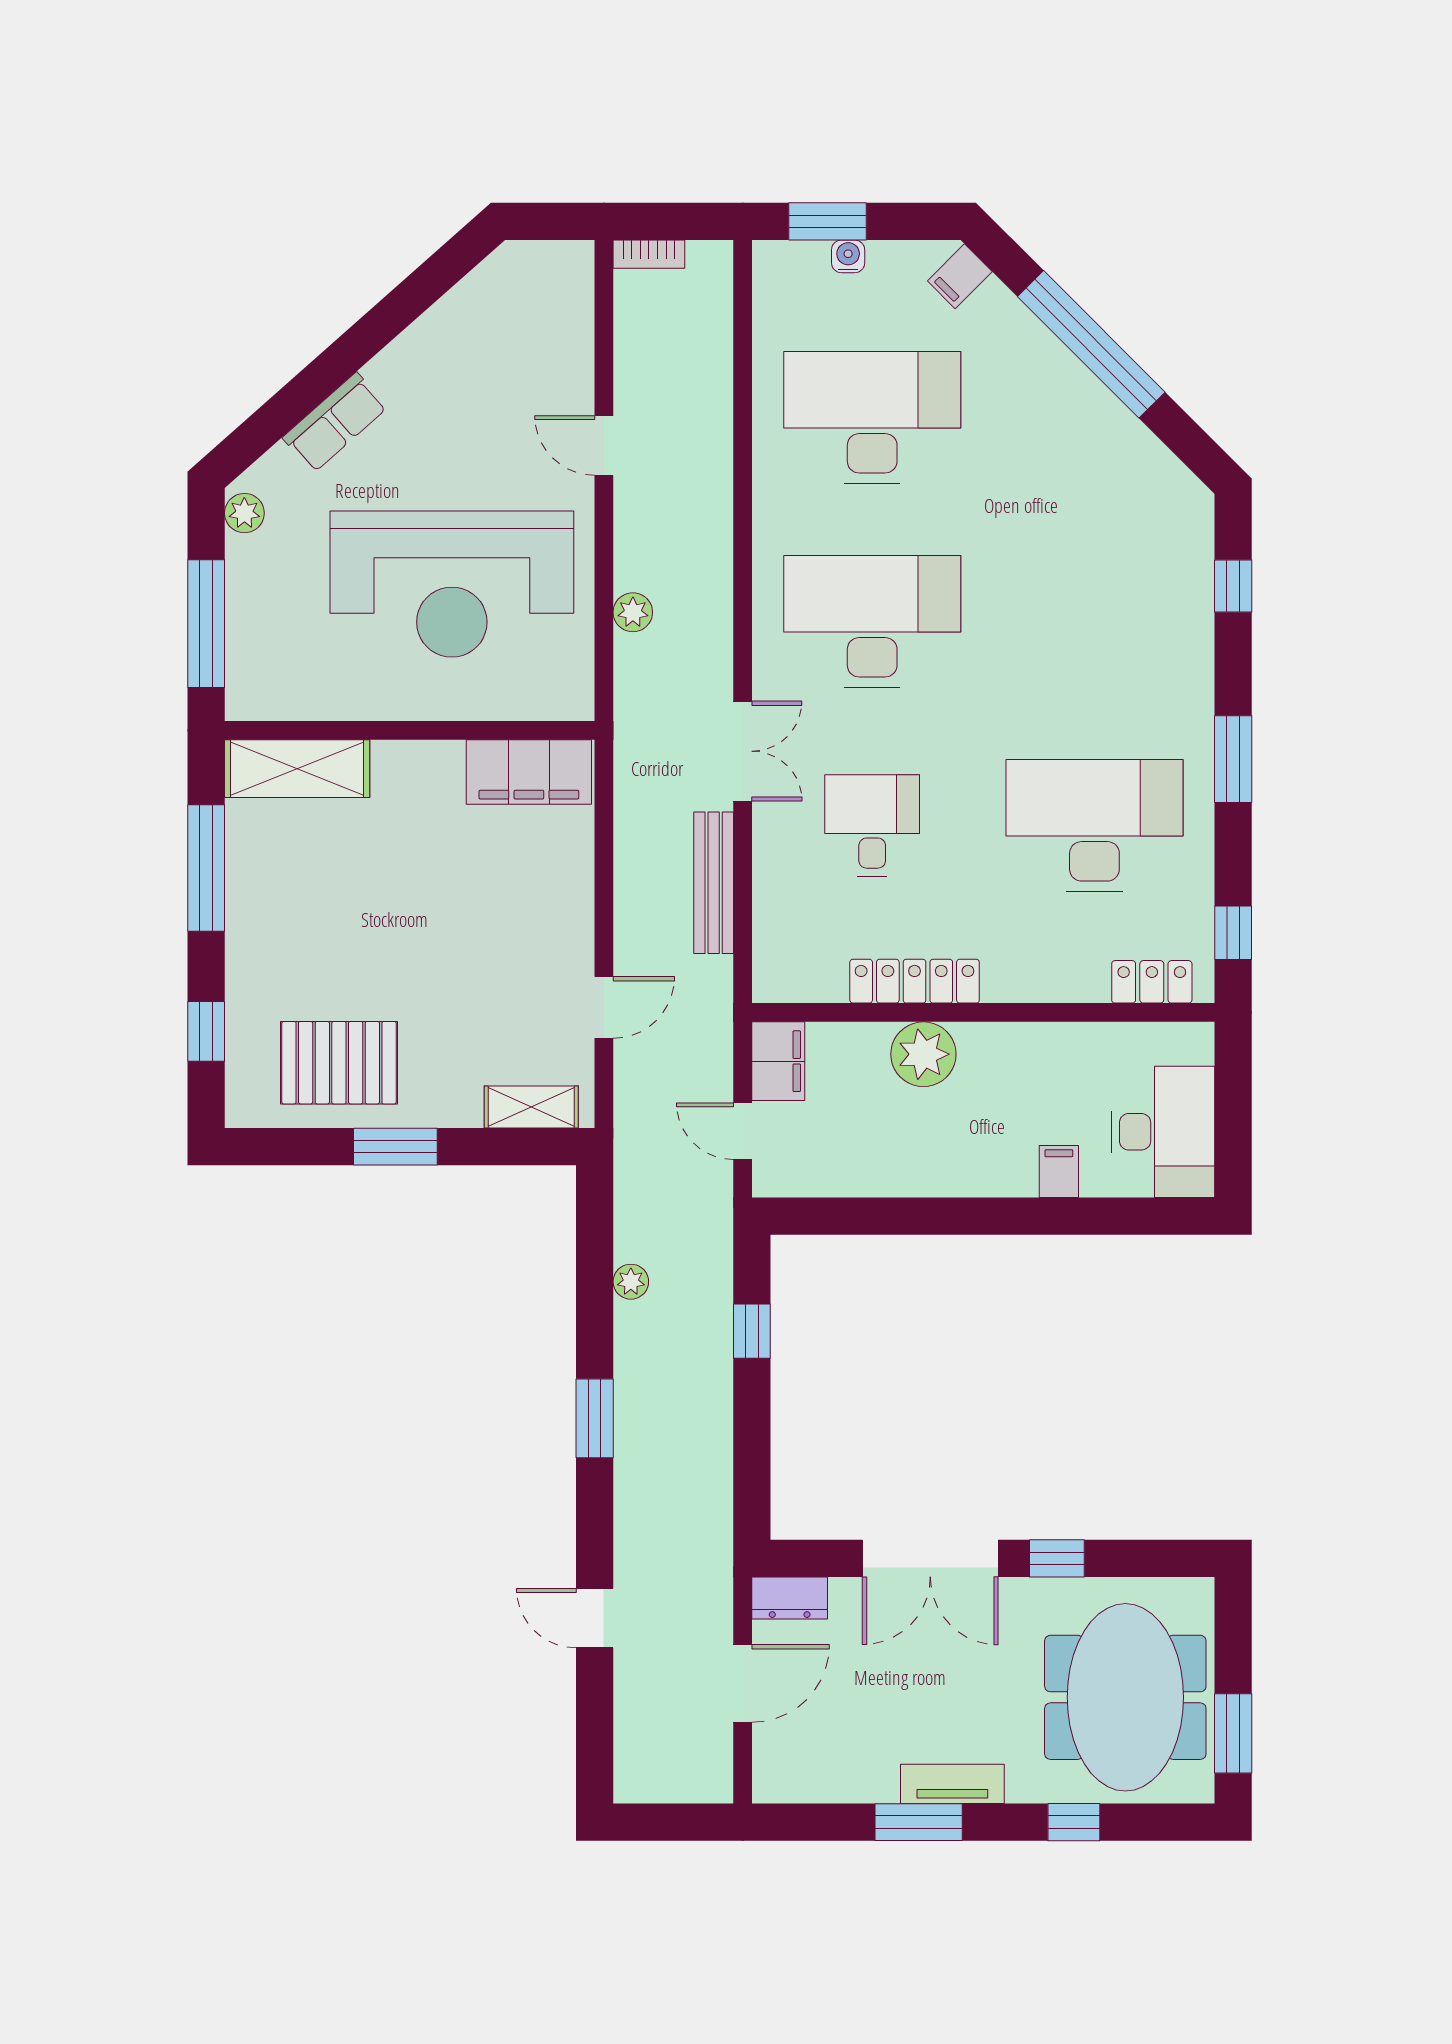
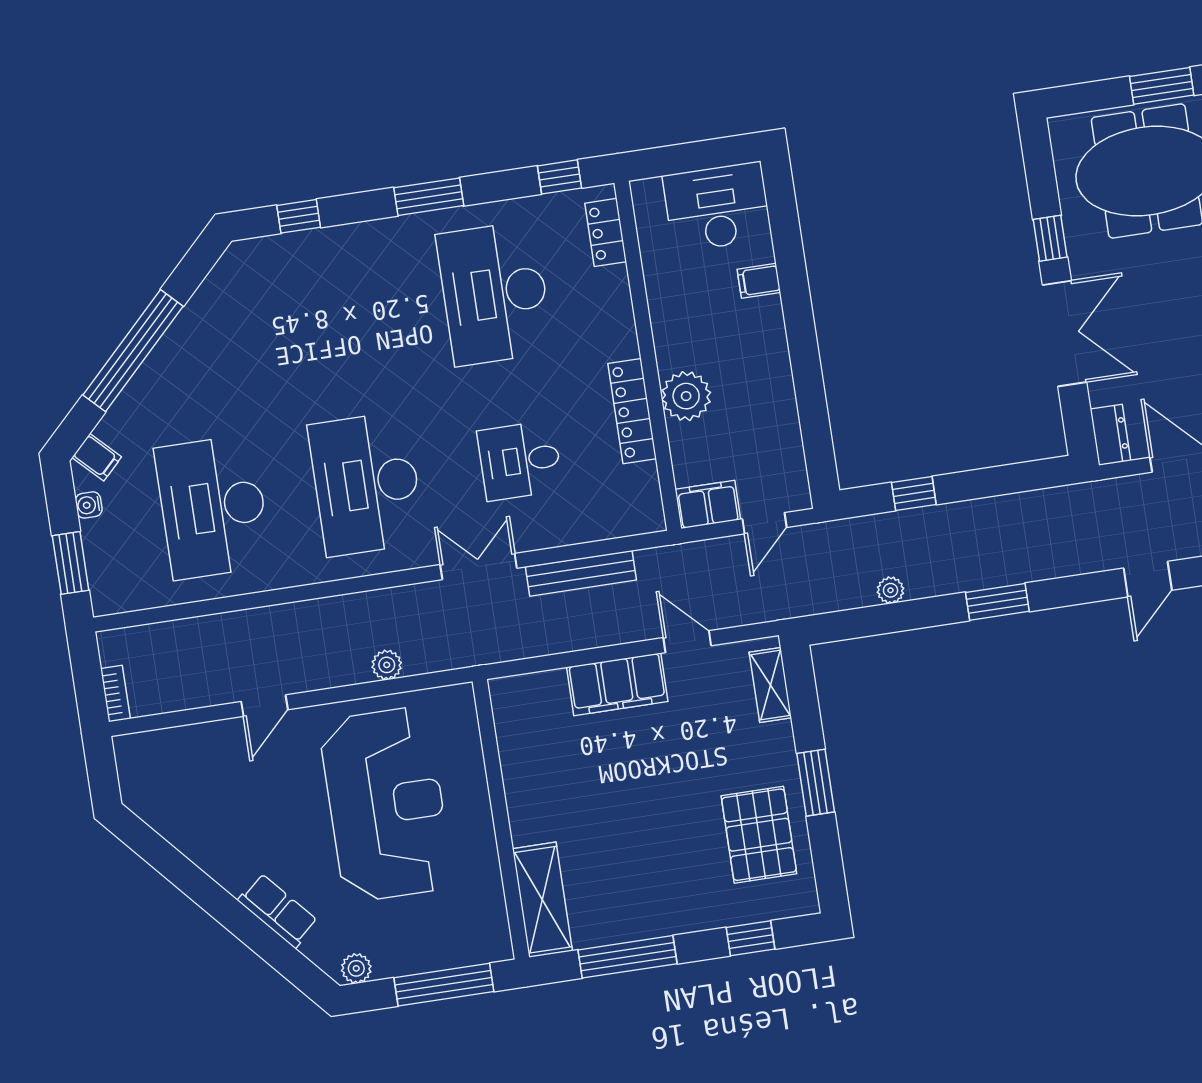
water cooler: (848, 256) -> (89, 505), moved
filing cabinet: (529, 772) -> (617, 684), moved, turned 90

